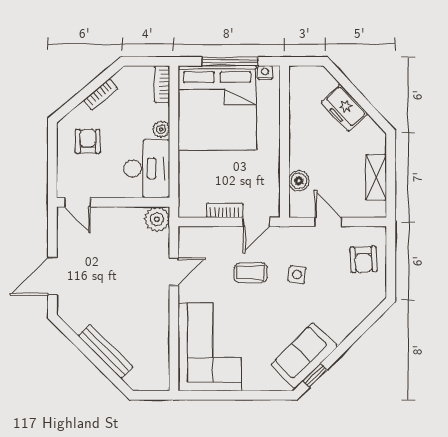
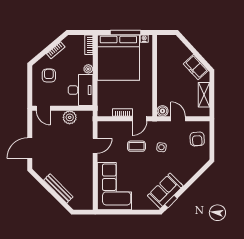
freezer: (344, 108) -> (196, 67), moved
boiler: (299, 181) -> (162, 111), moved
plant: (157, 219) -> (70, 117), moved

